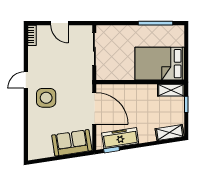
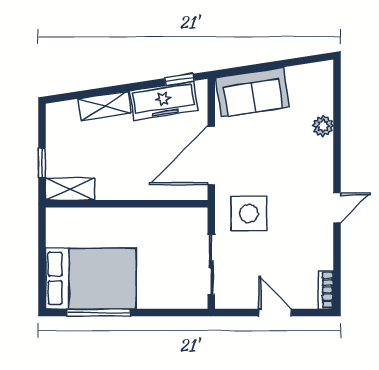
bed: (160, 64) -> (91, 278), moved
side table: (46, 98) -> (249, 214), moved
door: (94, 108) -> (211, 156), hinge flipped
plant: (34, 124) -> (323, 126), added
shelving: (170, 133) -> (104, 106), moved

